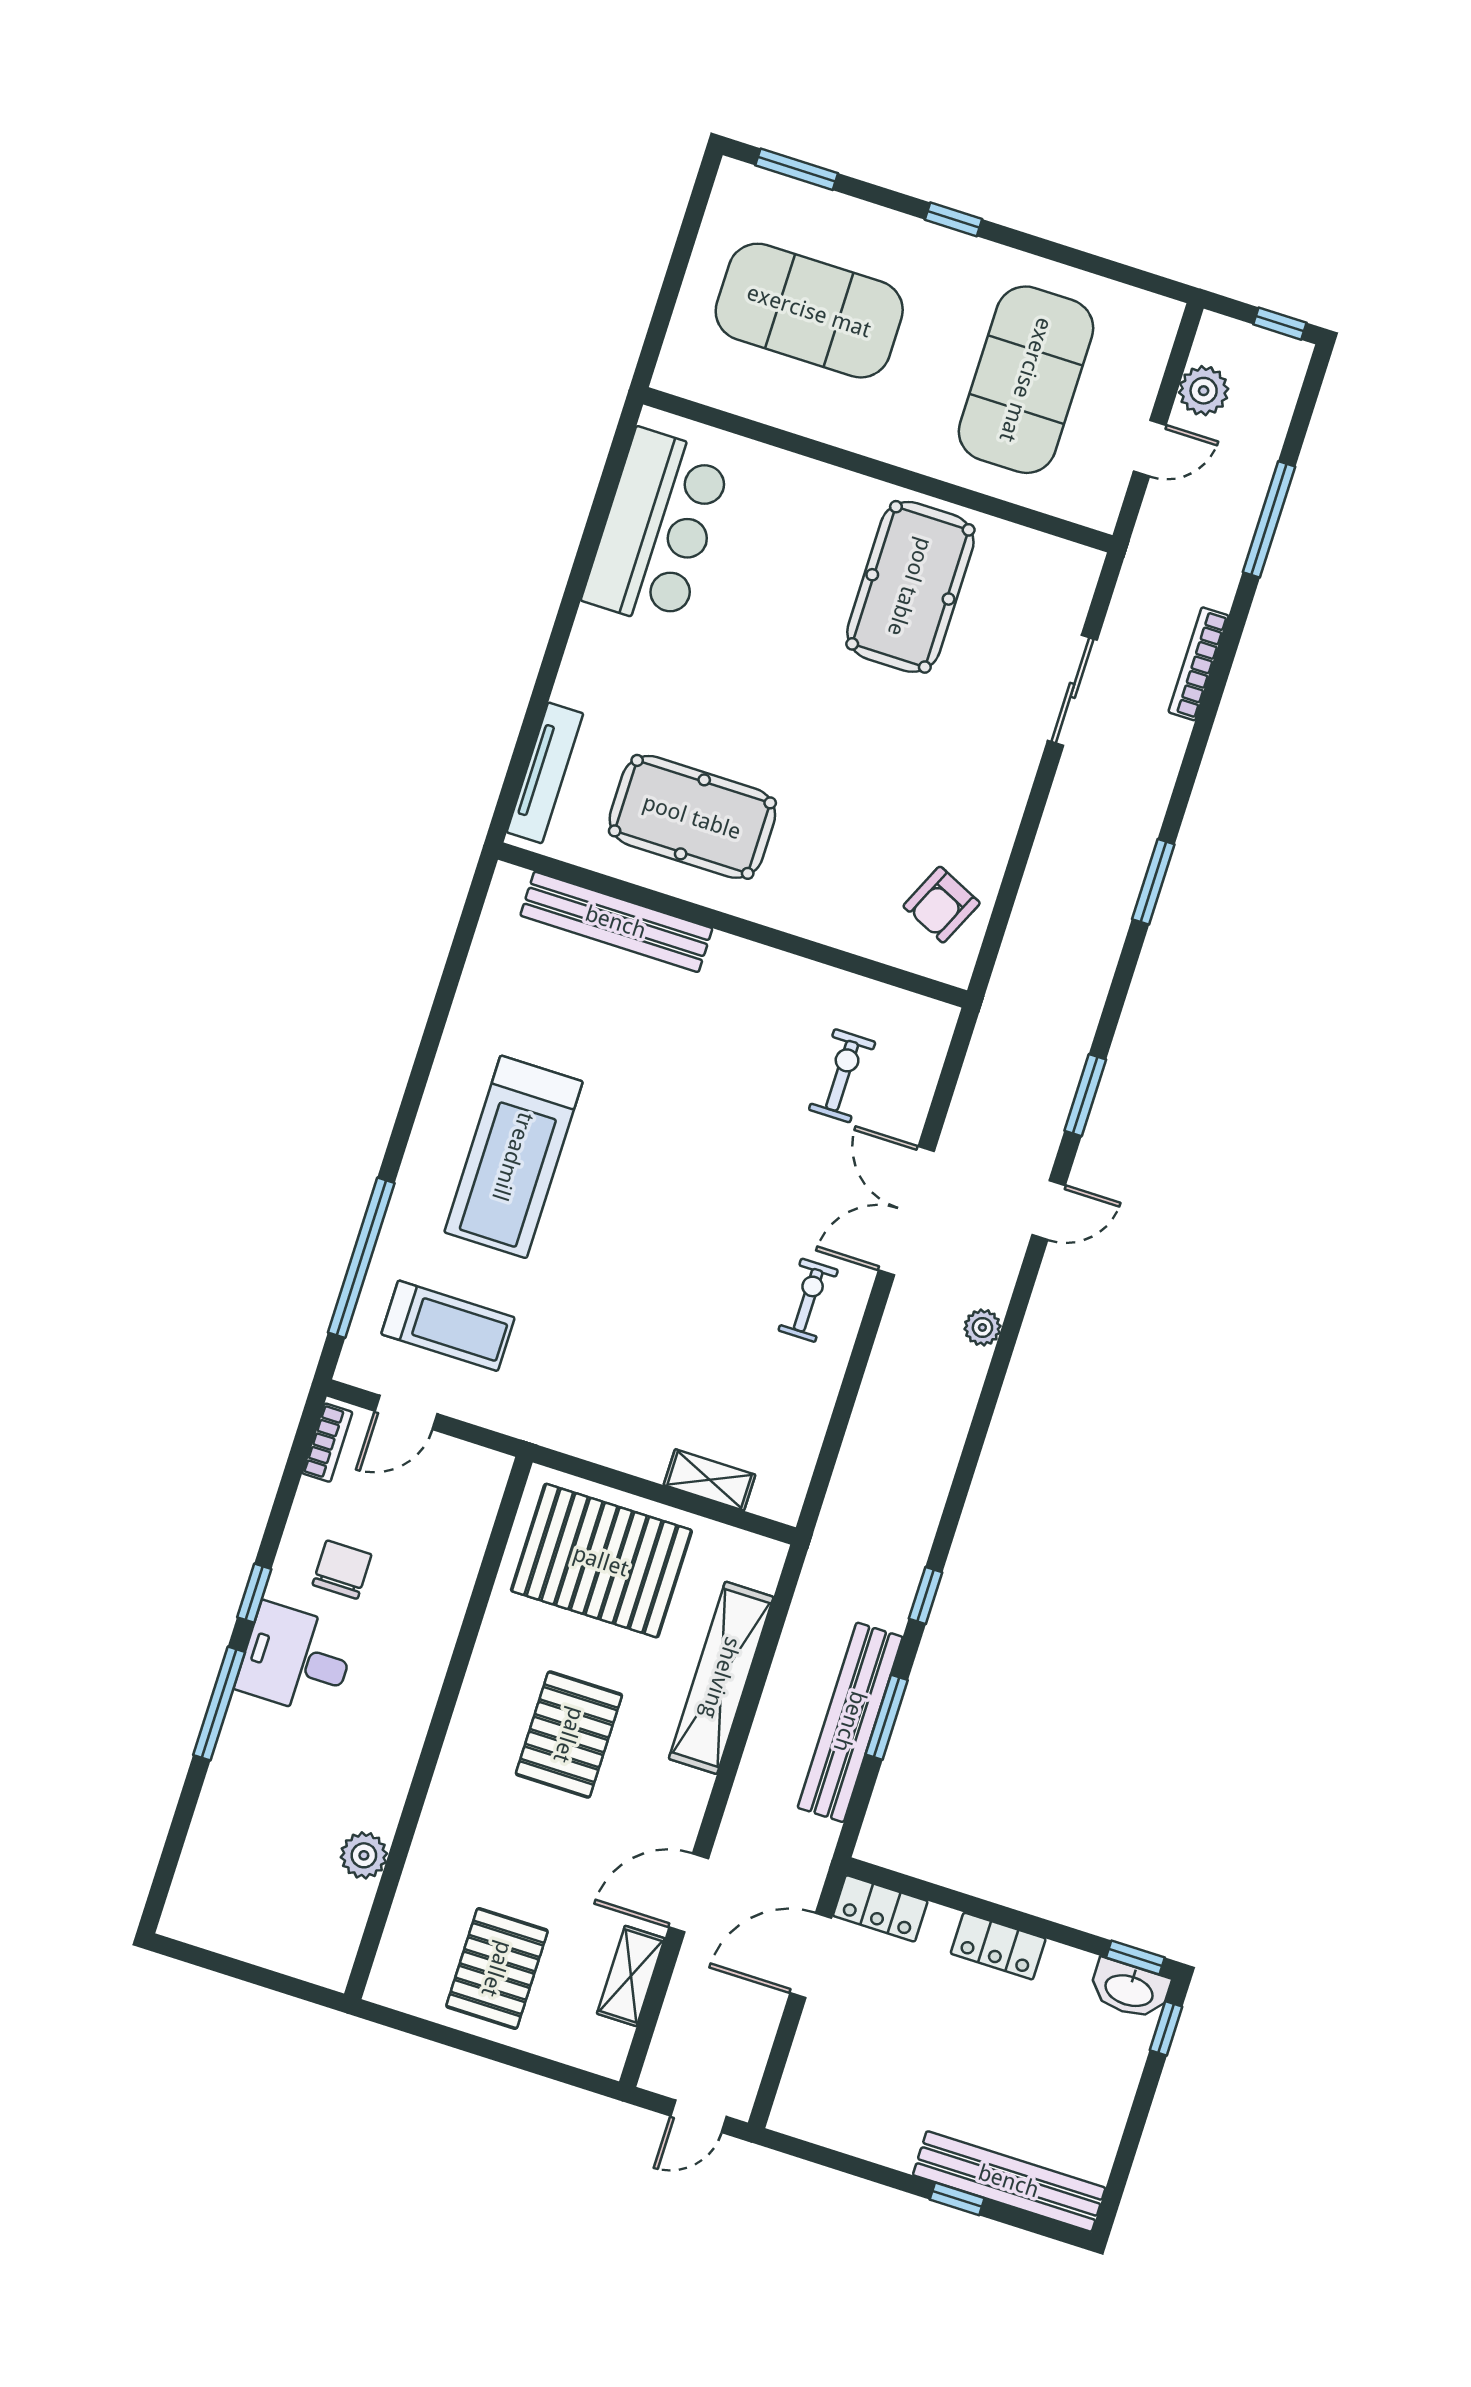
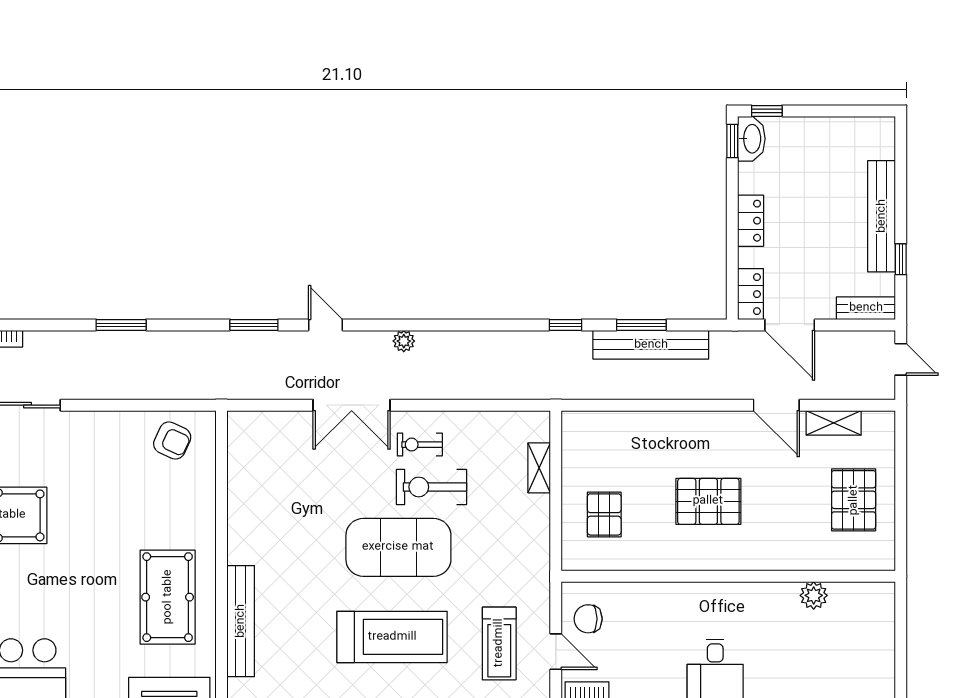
exercise bike: (842, 1076) -> (431, 487), moved, width x1.38, depth x1.39
exercise mat: (654, 1213) -> (398, 547), added
treadmill: (448, 1326) -> (499, 643), turned 180
pallet: (601, 1561) -> (604, 514), width x0.49, depth x0.50
chair: (342, 1570) -> (588, 619), moved
shelving: (721, 1678) -> (649, 426), removed
pallet: (497, 1969) -> (854, 500), turned 90
bench: (798, 2086) -> (866, 308), added
bench: (1009, 2181) -> (882, 216), moved
window: (957, 2199) -> (901, 259), moved

